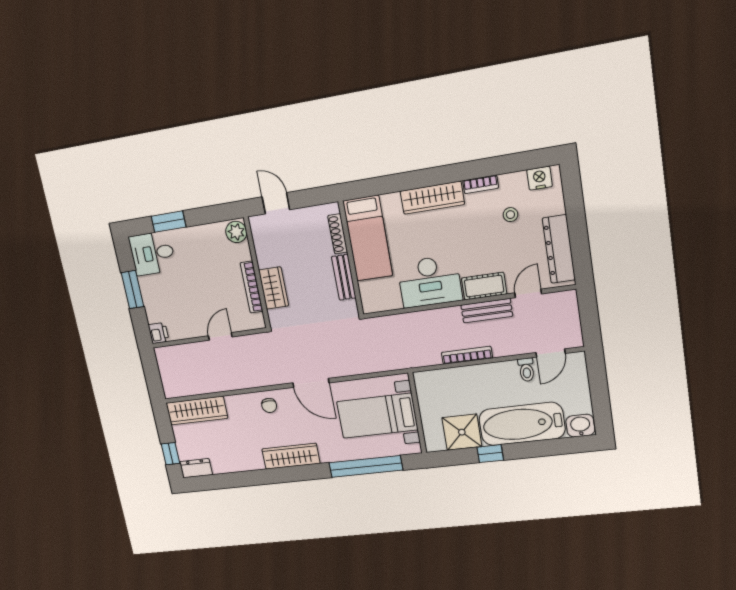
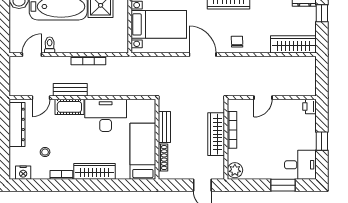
wardrobe: (274, 288) -> (216, 134), width x1.50
window: (132, 290) -> (322, 141), width x0.67

